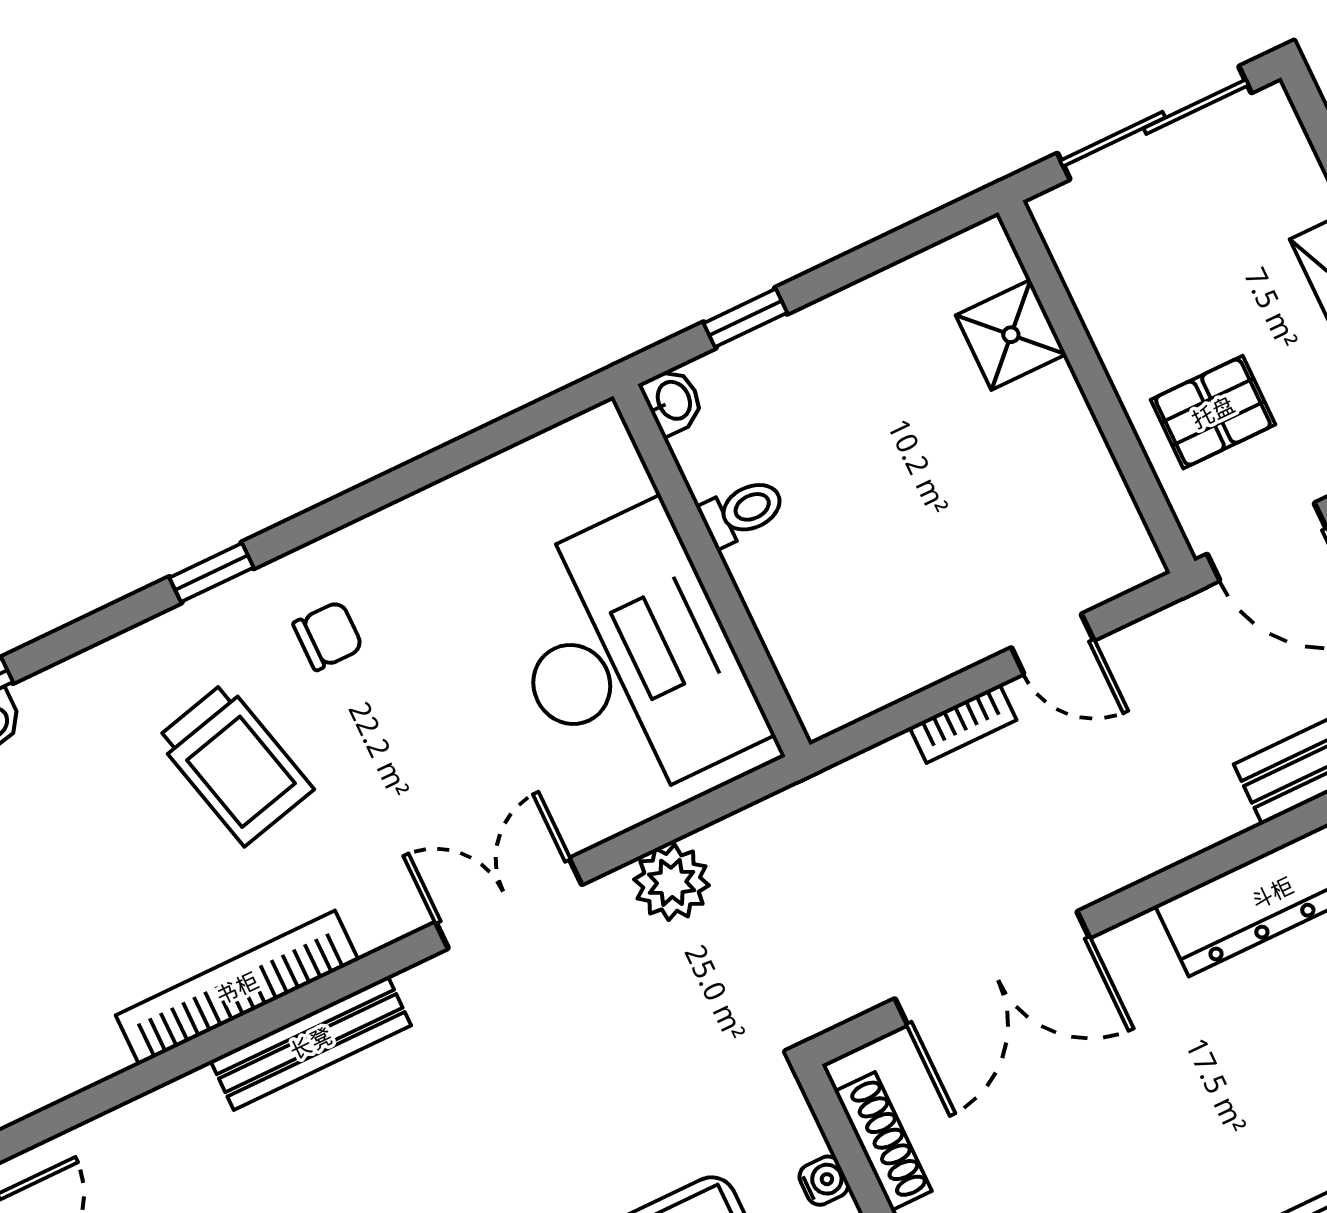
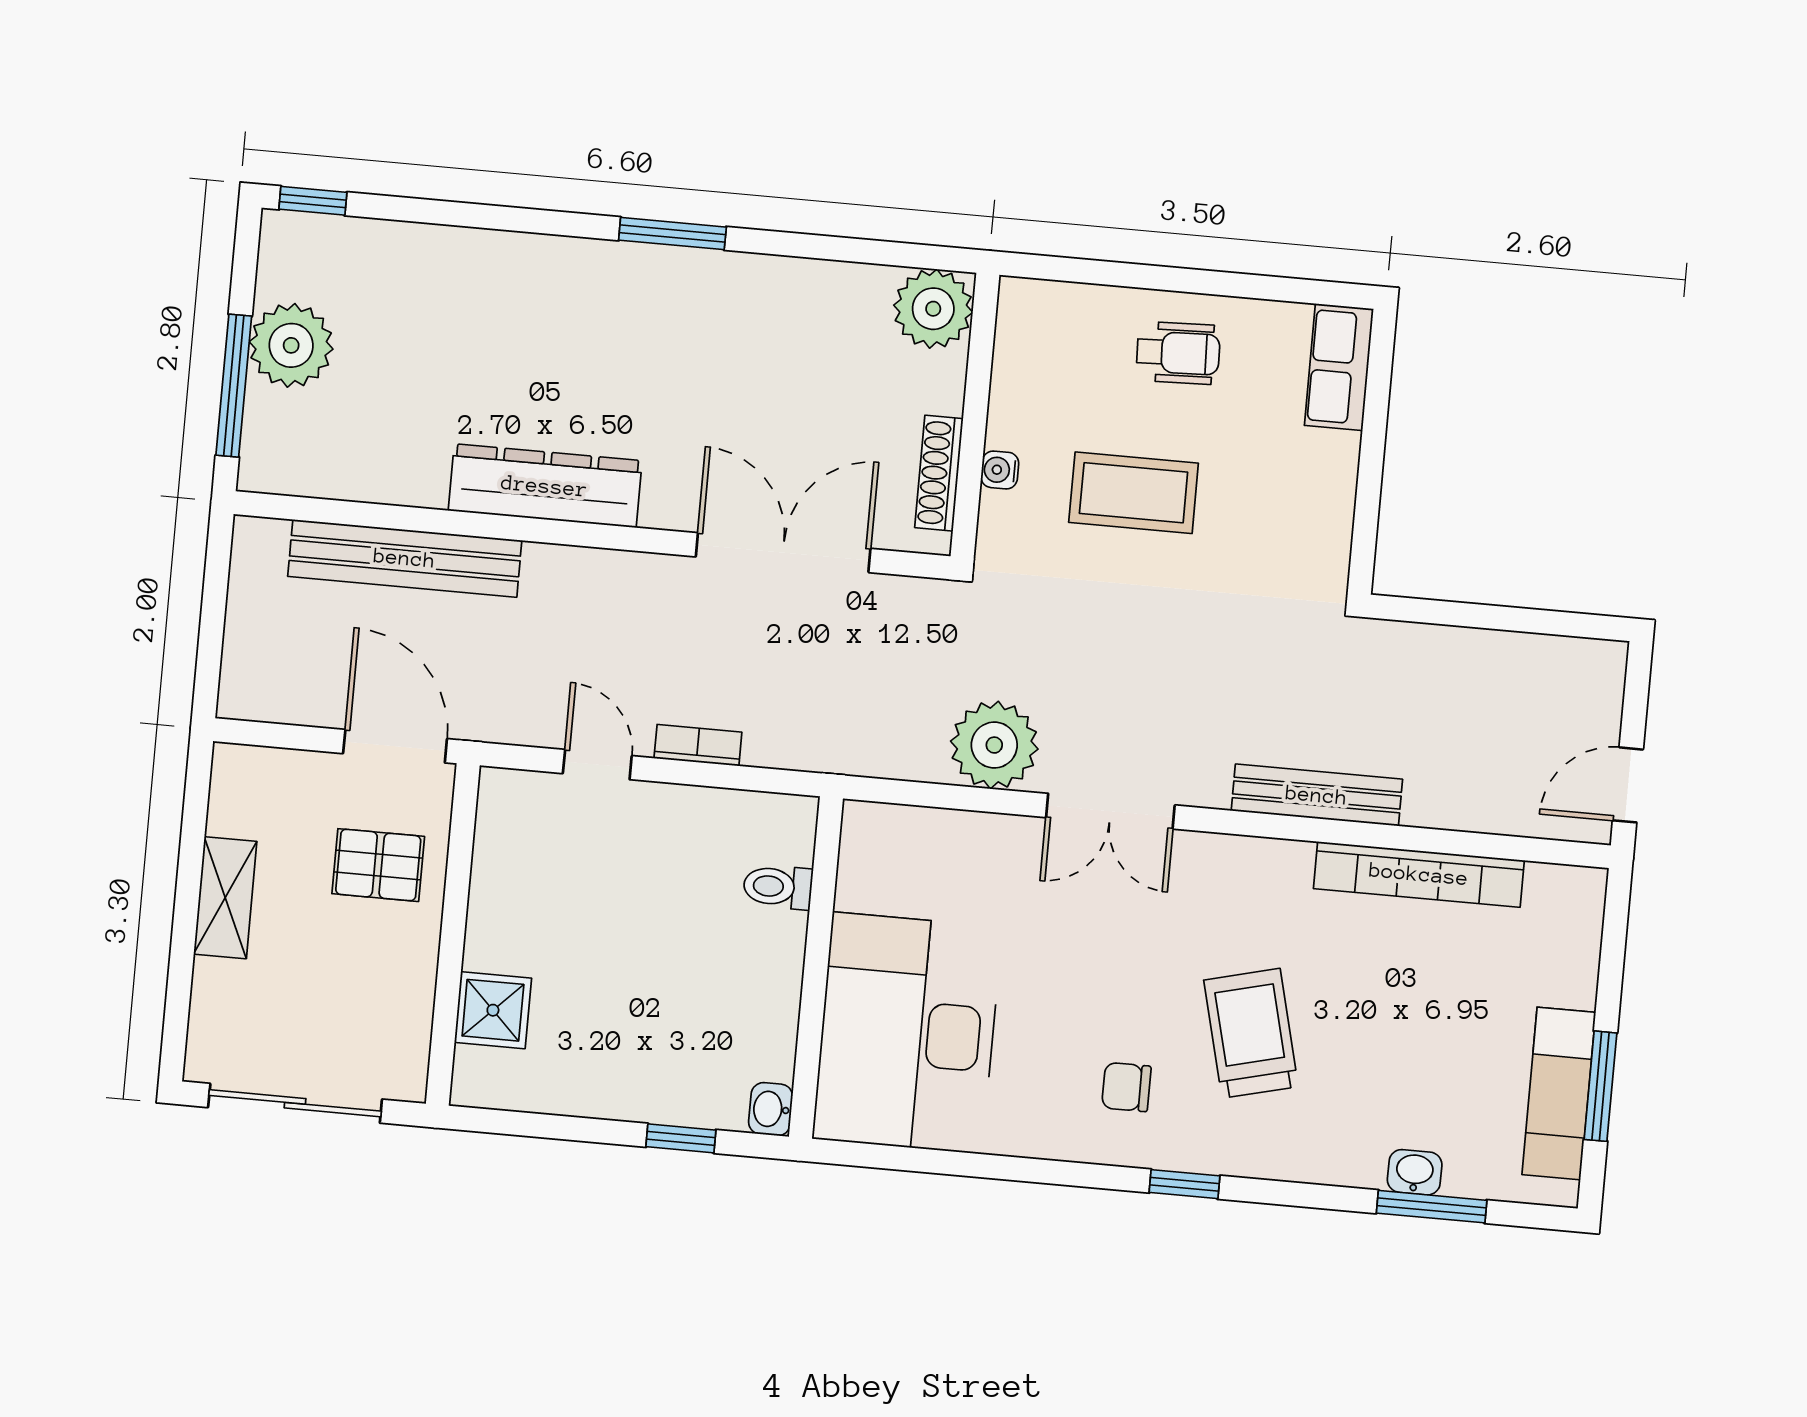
toilet: (742, 512) -> (778, 887), moved
desk: (628, 658) -> (907, 1033), moved
plant: (672, 882) -> (994, 745), width x1.36, depth x1.36
bookcase: (237, 988) -> (1419, 874), moved

